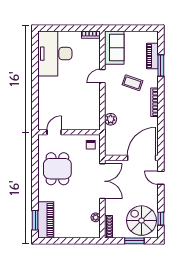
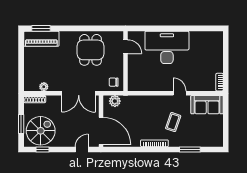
desk: (55, 54) -> (167, 47), moved
piano: (152, 56) -> (199, 141), removed
plant: (111, 119) -> (115, 101), moved
dining table: (57, 169) -> (90, 50), turned 90

